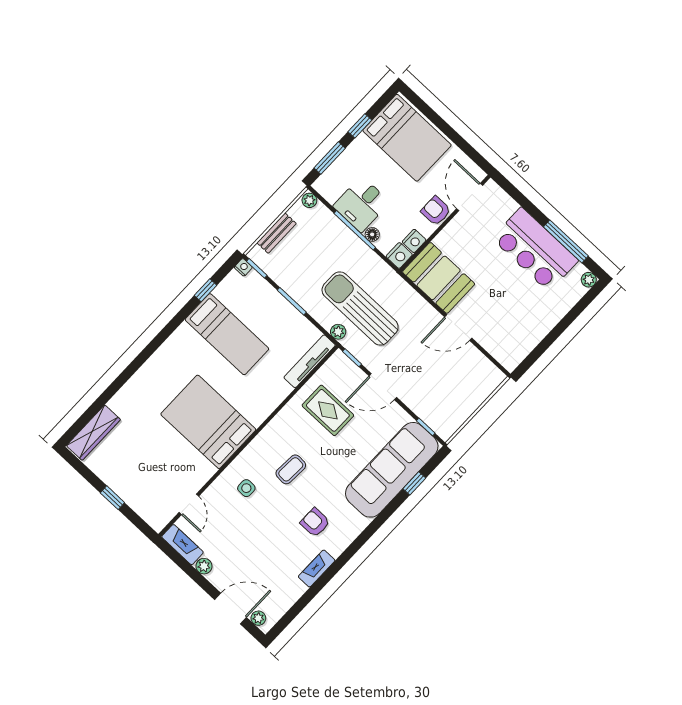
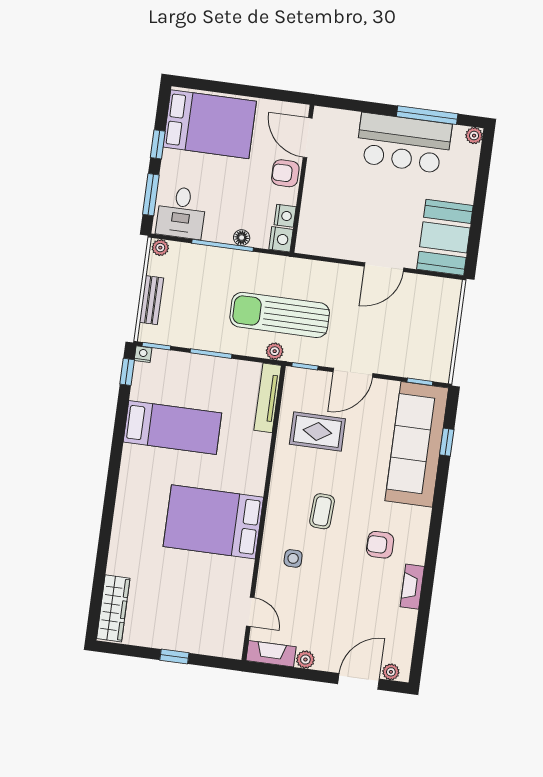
desk: (361, 204) -> (181, 213), moved
booth: (439, 278) -> (445, 237), moved, turned 90
window: (205, 290) -> (127, 372), moved

